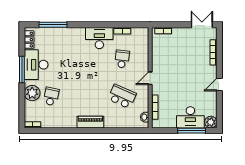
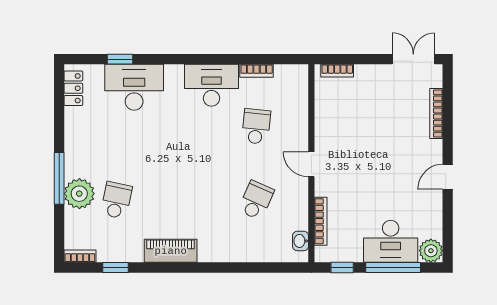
window: (53, 25) -> (120, 59), width x0.46
desk: (36, 65) -> (134, 87), moved, turned 90
window: (22, 69) -> (59, 178), moved
door: (150, 78) -> (311, 164), hinge flipped
school desk: (122, 96) -> (256, 200), width x0.54
piano: (90, 122) -> (171, 251), moved
window: (51, 131) -> (116, 268), added
window: (166, 131) -> (342, 268), added

